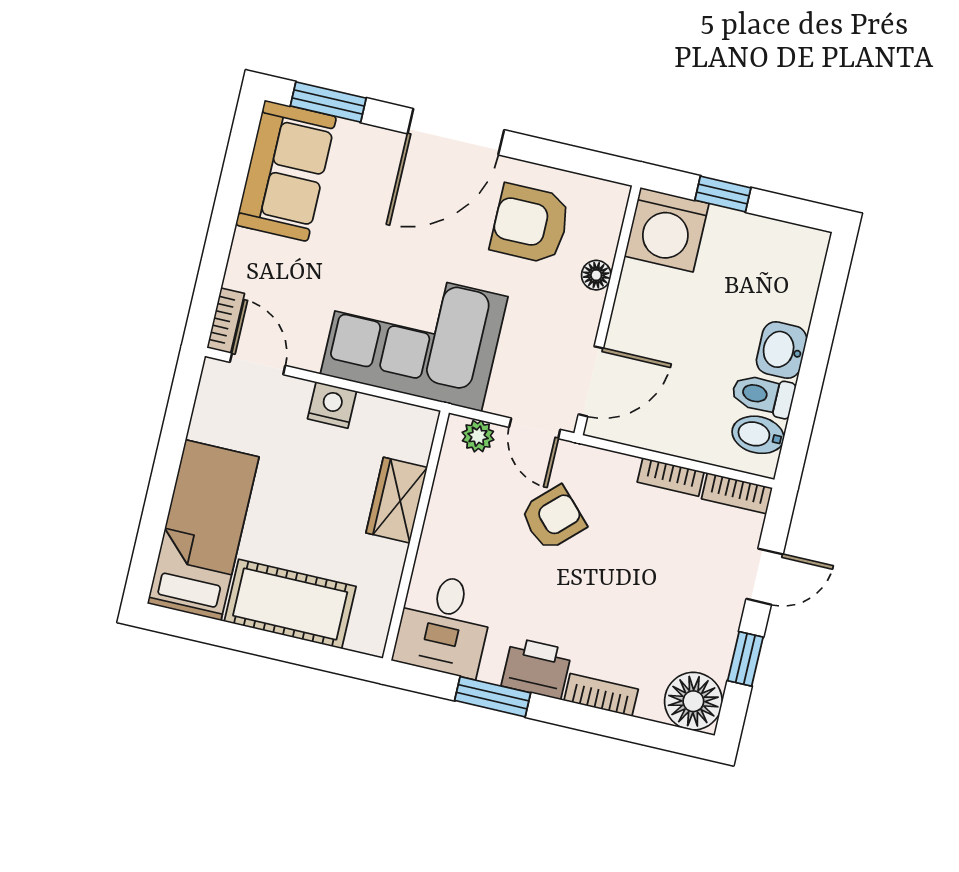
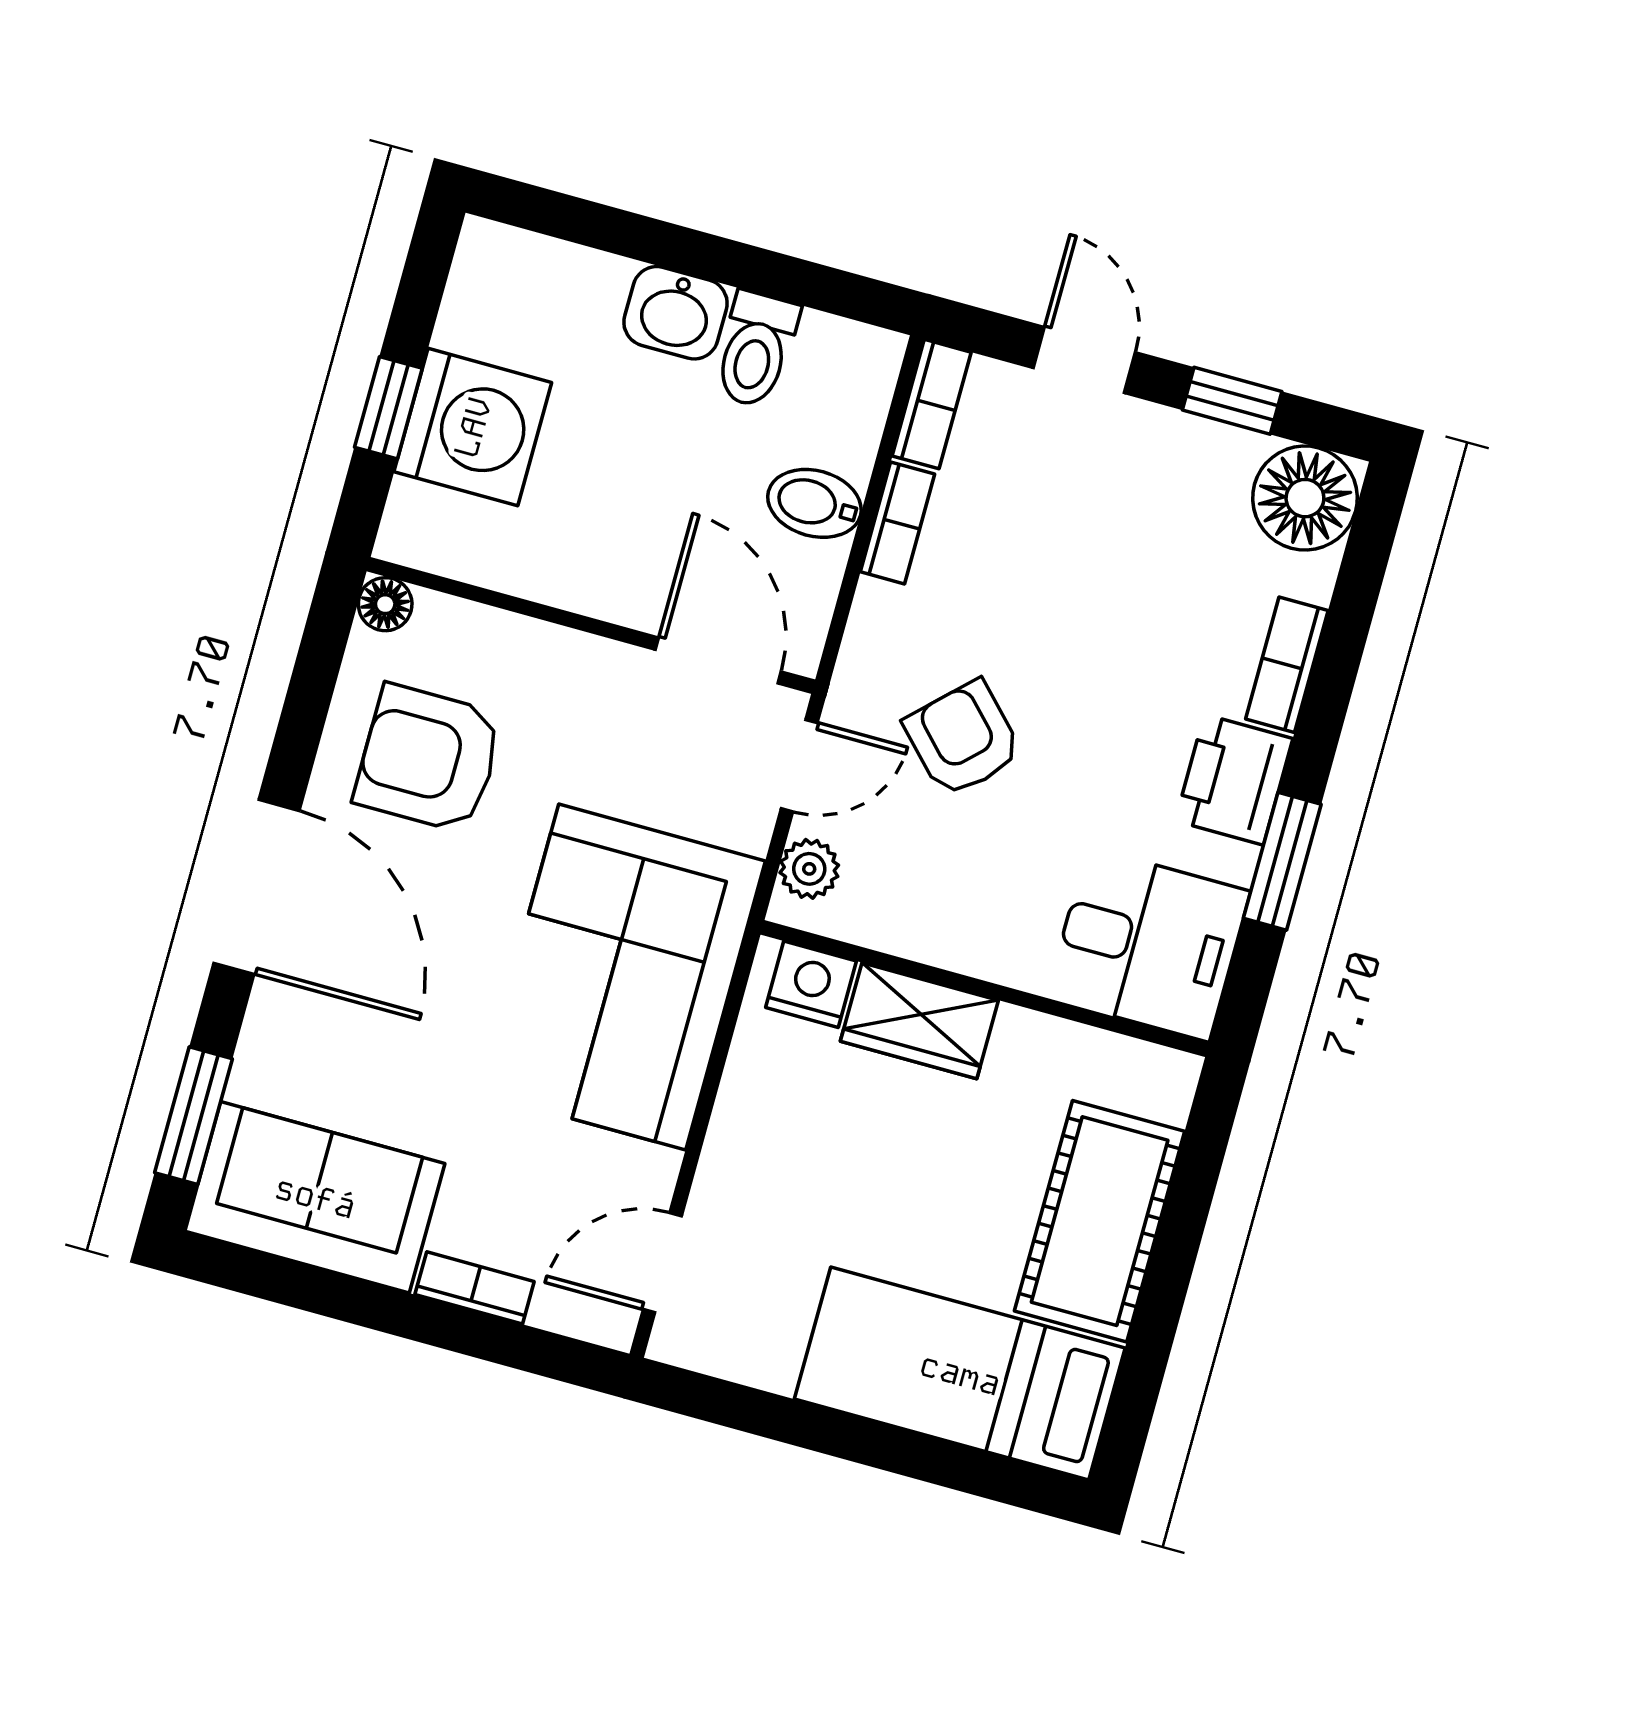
armchair: (530, 224) -> (429, 759), turned 90
washing machine: (667, 230) -> (473, 427), moved
floor lamp: (596, 275) -> (385, 604), moved
bookcase: (226, 321) -> (475, 1288), moved
nightstand: (332, 405) -> (811, 984), moved, turned 90
bidet: (758, 435) -> (814, 503), moved, turned 90

